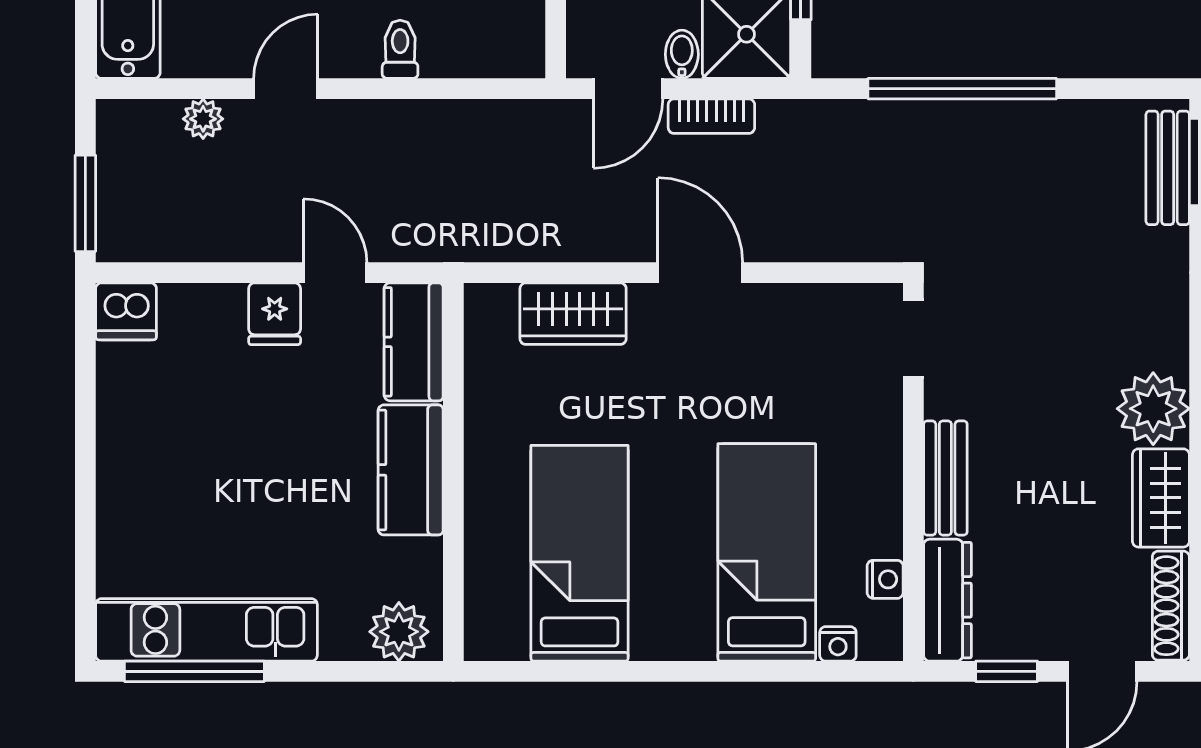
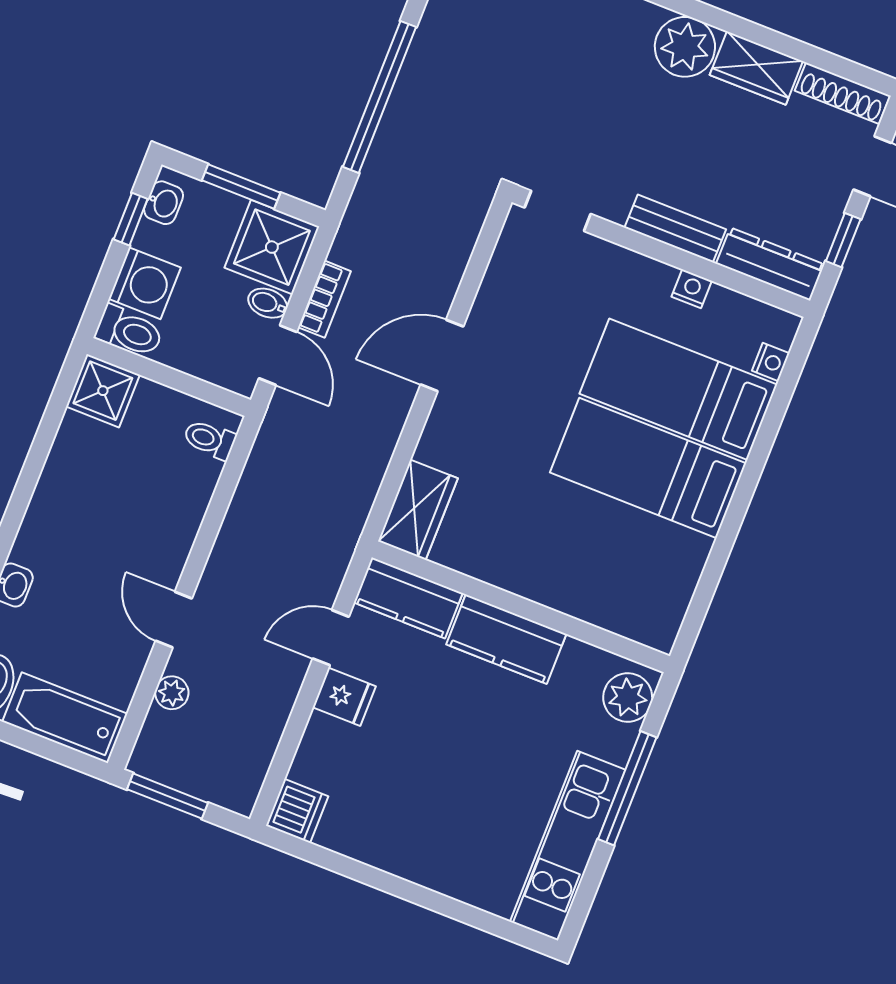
toilet: (400, 49) -> (210, 439), moved
window: (85, 203) -> (167, 796), moved
wardrobe: (573, 314) -> (418, 510), moved
bed: (580, 553) -> (648, 468), moved
nightstand: (885, 579) -> (692, 289), moved
window: (194, 671) -> (627, 788), moved

